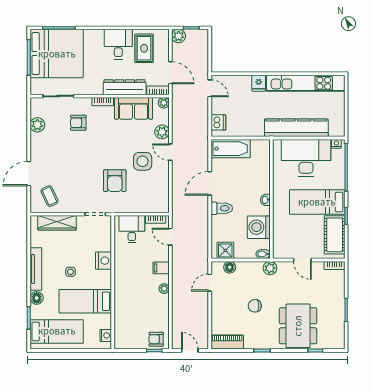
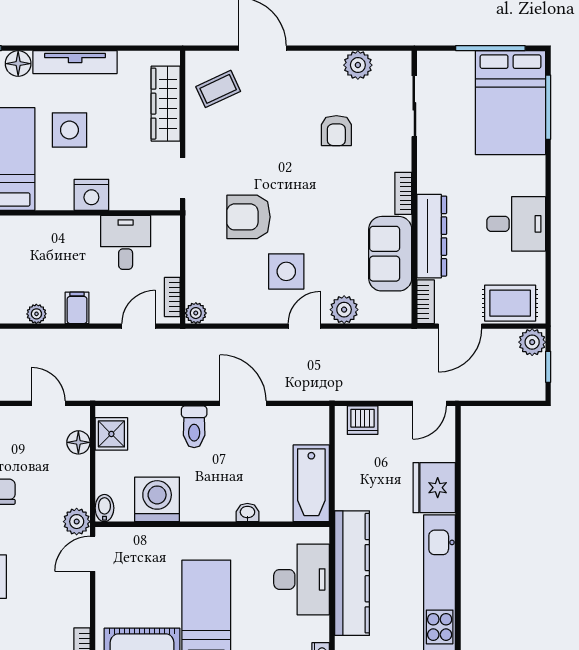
rug: (144, 48) -> (510, 303), moved
bed: (57, 54) -> (511, 103), width x0.73
fridge: (259, 83) -> (434, 488), width x1.88, depth x1.34
plant: (164, 103) -> (196, 313), moved
armchair: (78, 123) -> (336, 131), moved, turned 180
bathtub: (231, 149) -> (311, 483), moved
desk: (306, 158) -> (302, 579), width x0.73, depth x0.77
washbasin: (265, 200) -> (247, 513), moved
desk: (132, 229) -> (126, 242), moved, turned -90
door: (302, 260) -> (93, 554), moved
side table: (70, 272) -> (69, 130), width x1.87, depth x1.87

